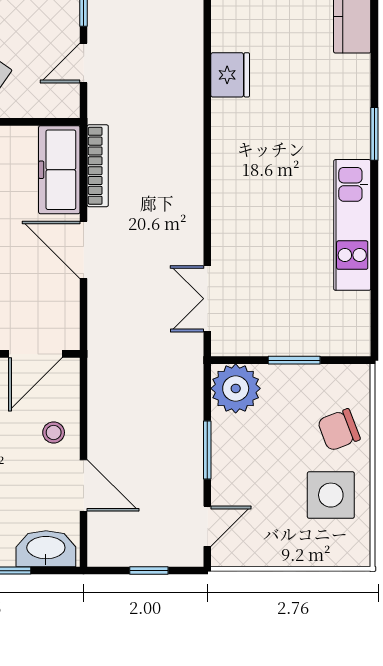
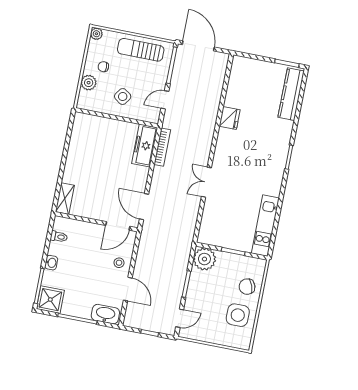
kitchen unit: (352, 225) -> (265, 226), moved
door: (84, 250) -> (144, 207), moved
double door: (207, 299) -> (206, 182), moved

